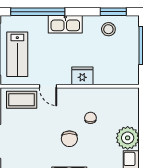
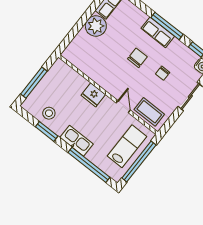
window: (113, 12) -> (47, 131), moved
chair: (90, 118) -> (163, 73), moved

